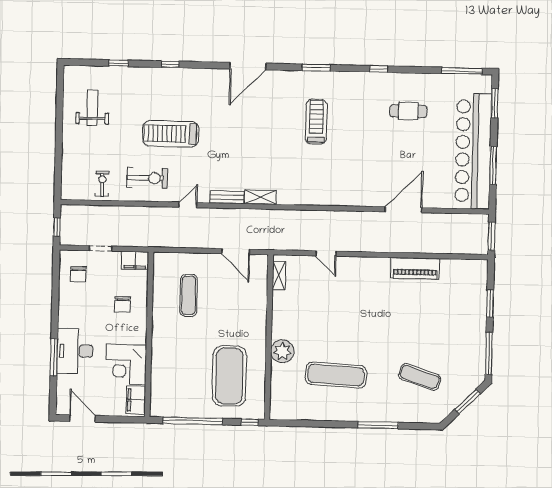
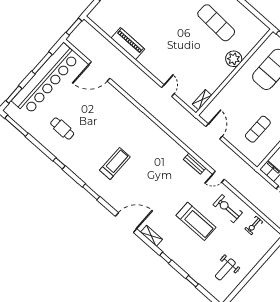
treadmill: (316, 122) -> (115, 163), turned 180
shelving: (260, 197) -> (151, 236), moved
door: (403, 210) -> (99, 71), moved

